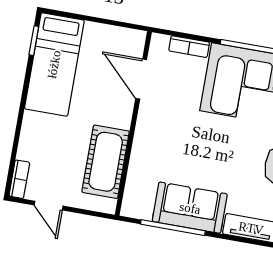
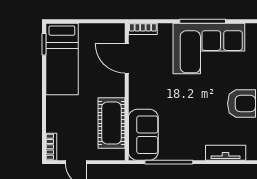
bookcase: (189, 47) -> (143, 29), moved
sofa: (190, 208) -> (143, 135), moved, turned 90

